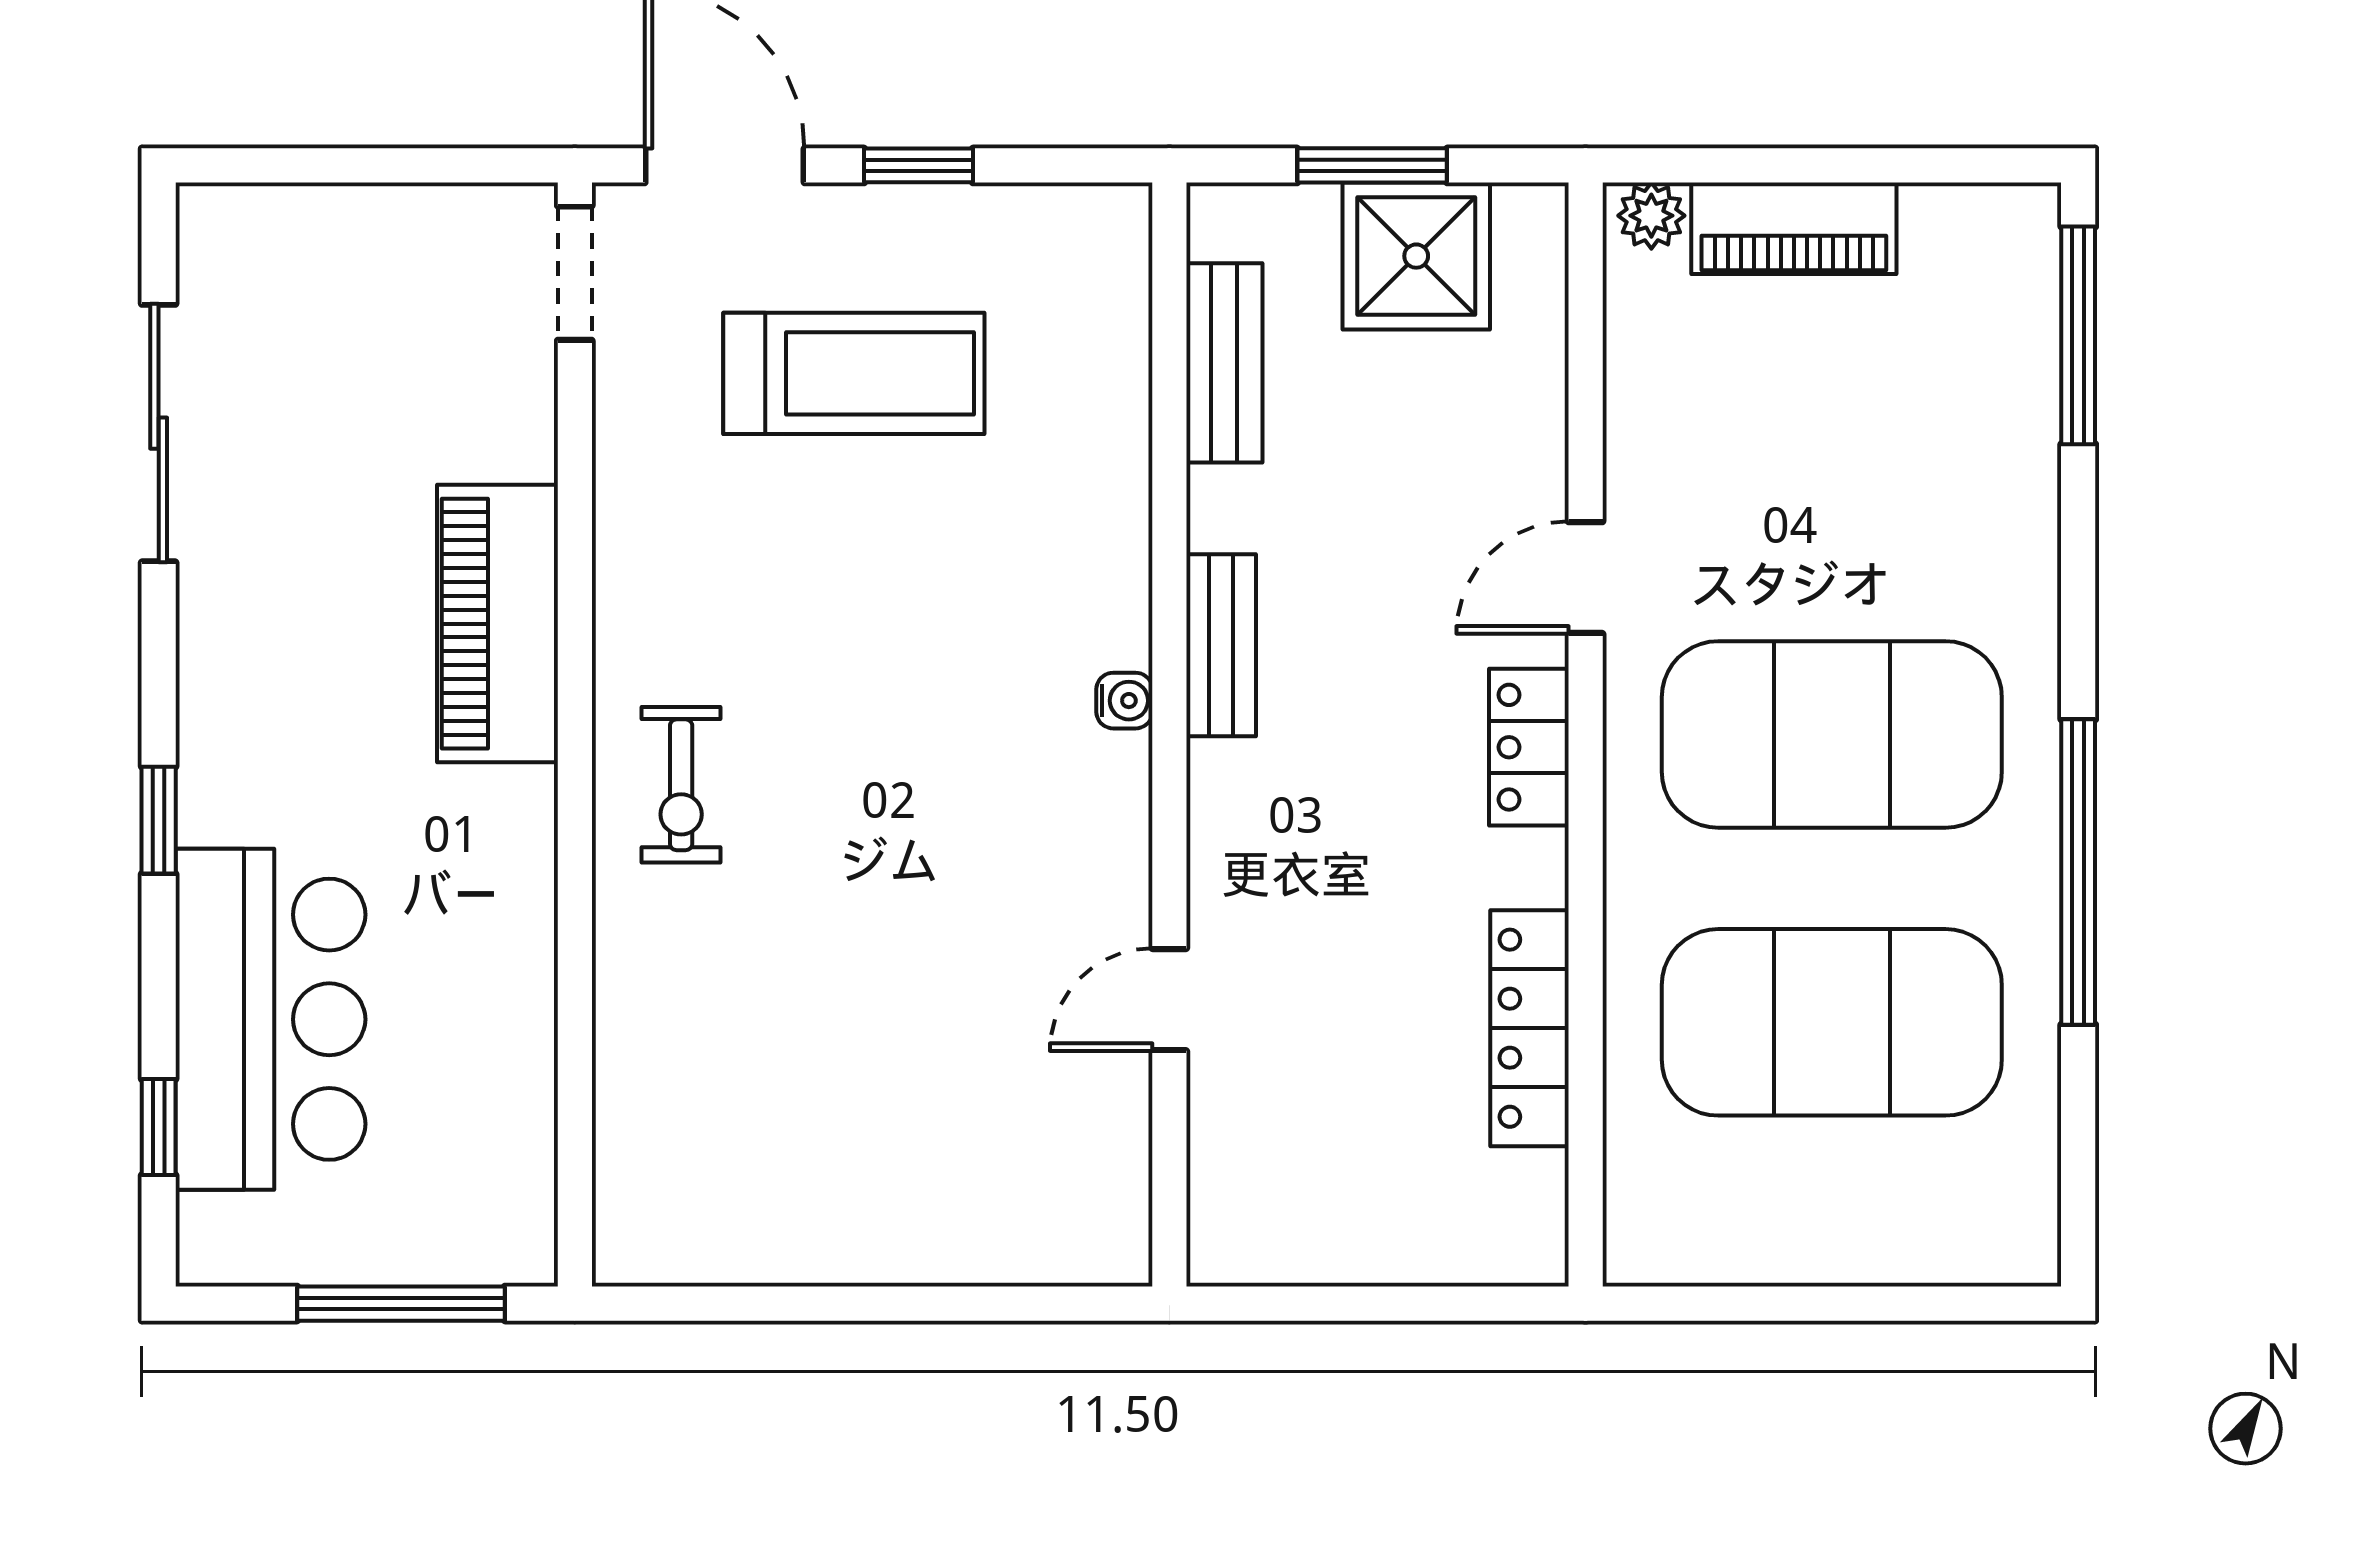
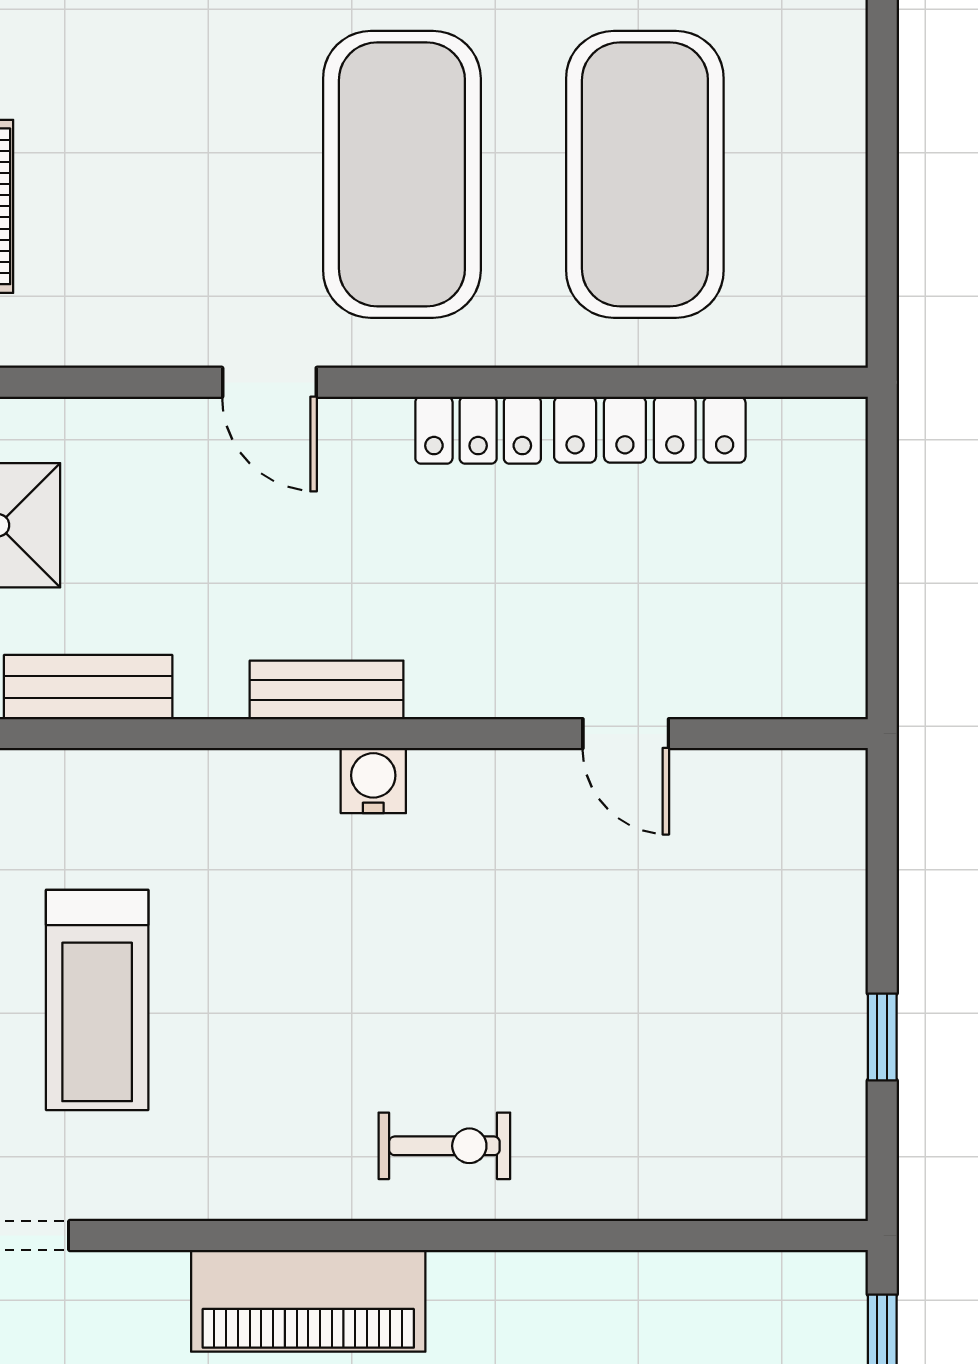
treadmill: (854, 373) -> (97, 1000), turned 180
water cooler: (1124, 701) -> (373, 781), width x1.38, depth x1.38
locker: (1529, 747) -> (478, 430), moved
window: (810, 1304) -> (882, 1037), added

